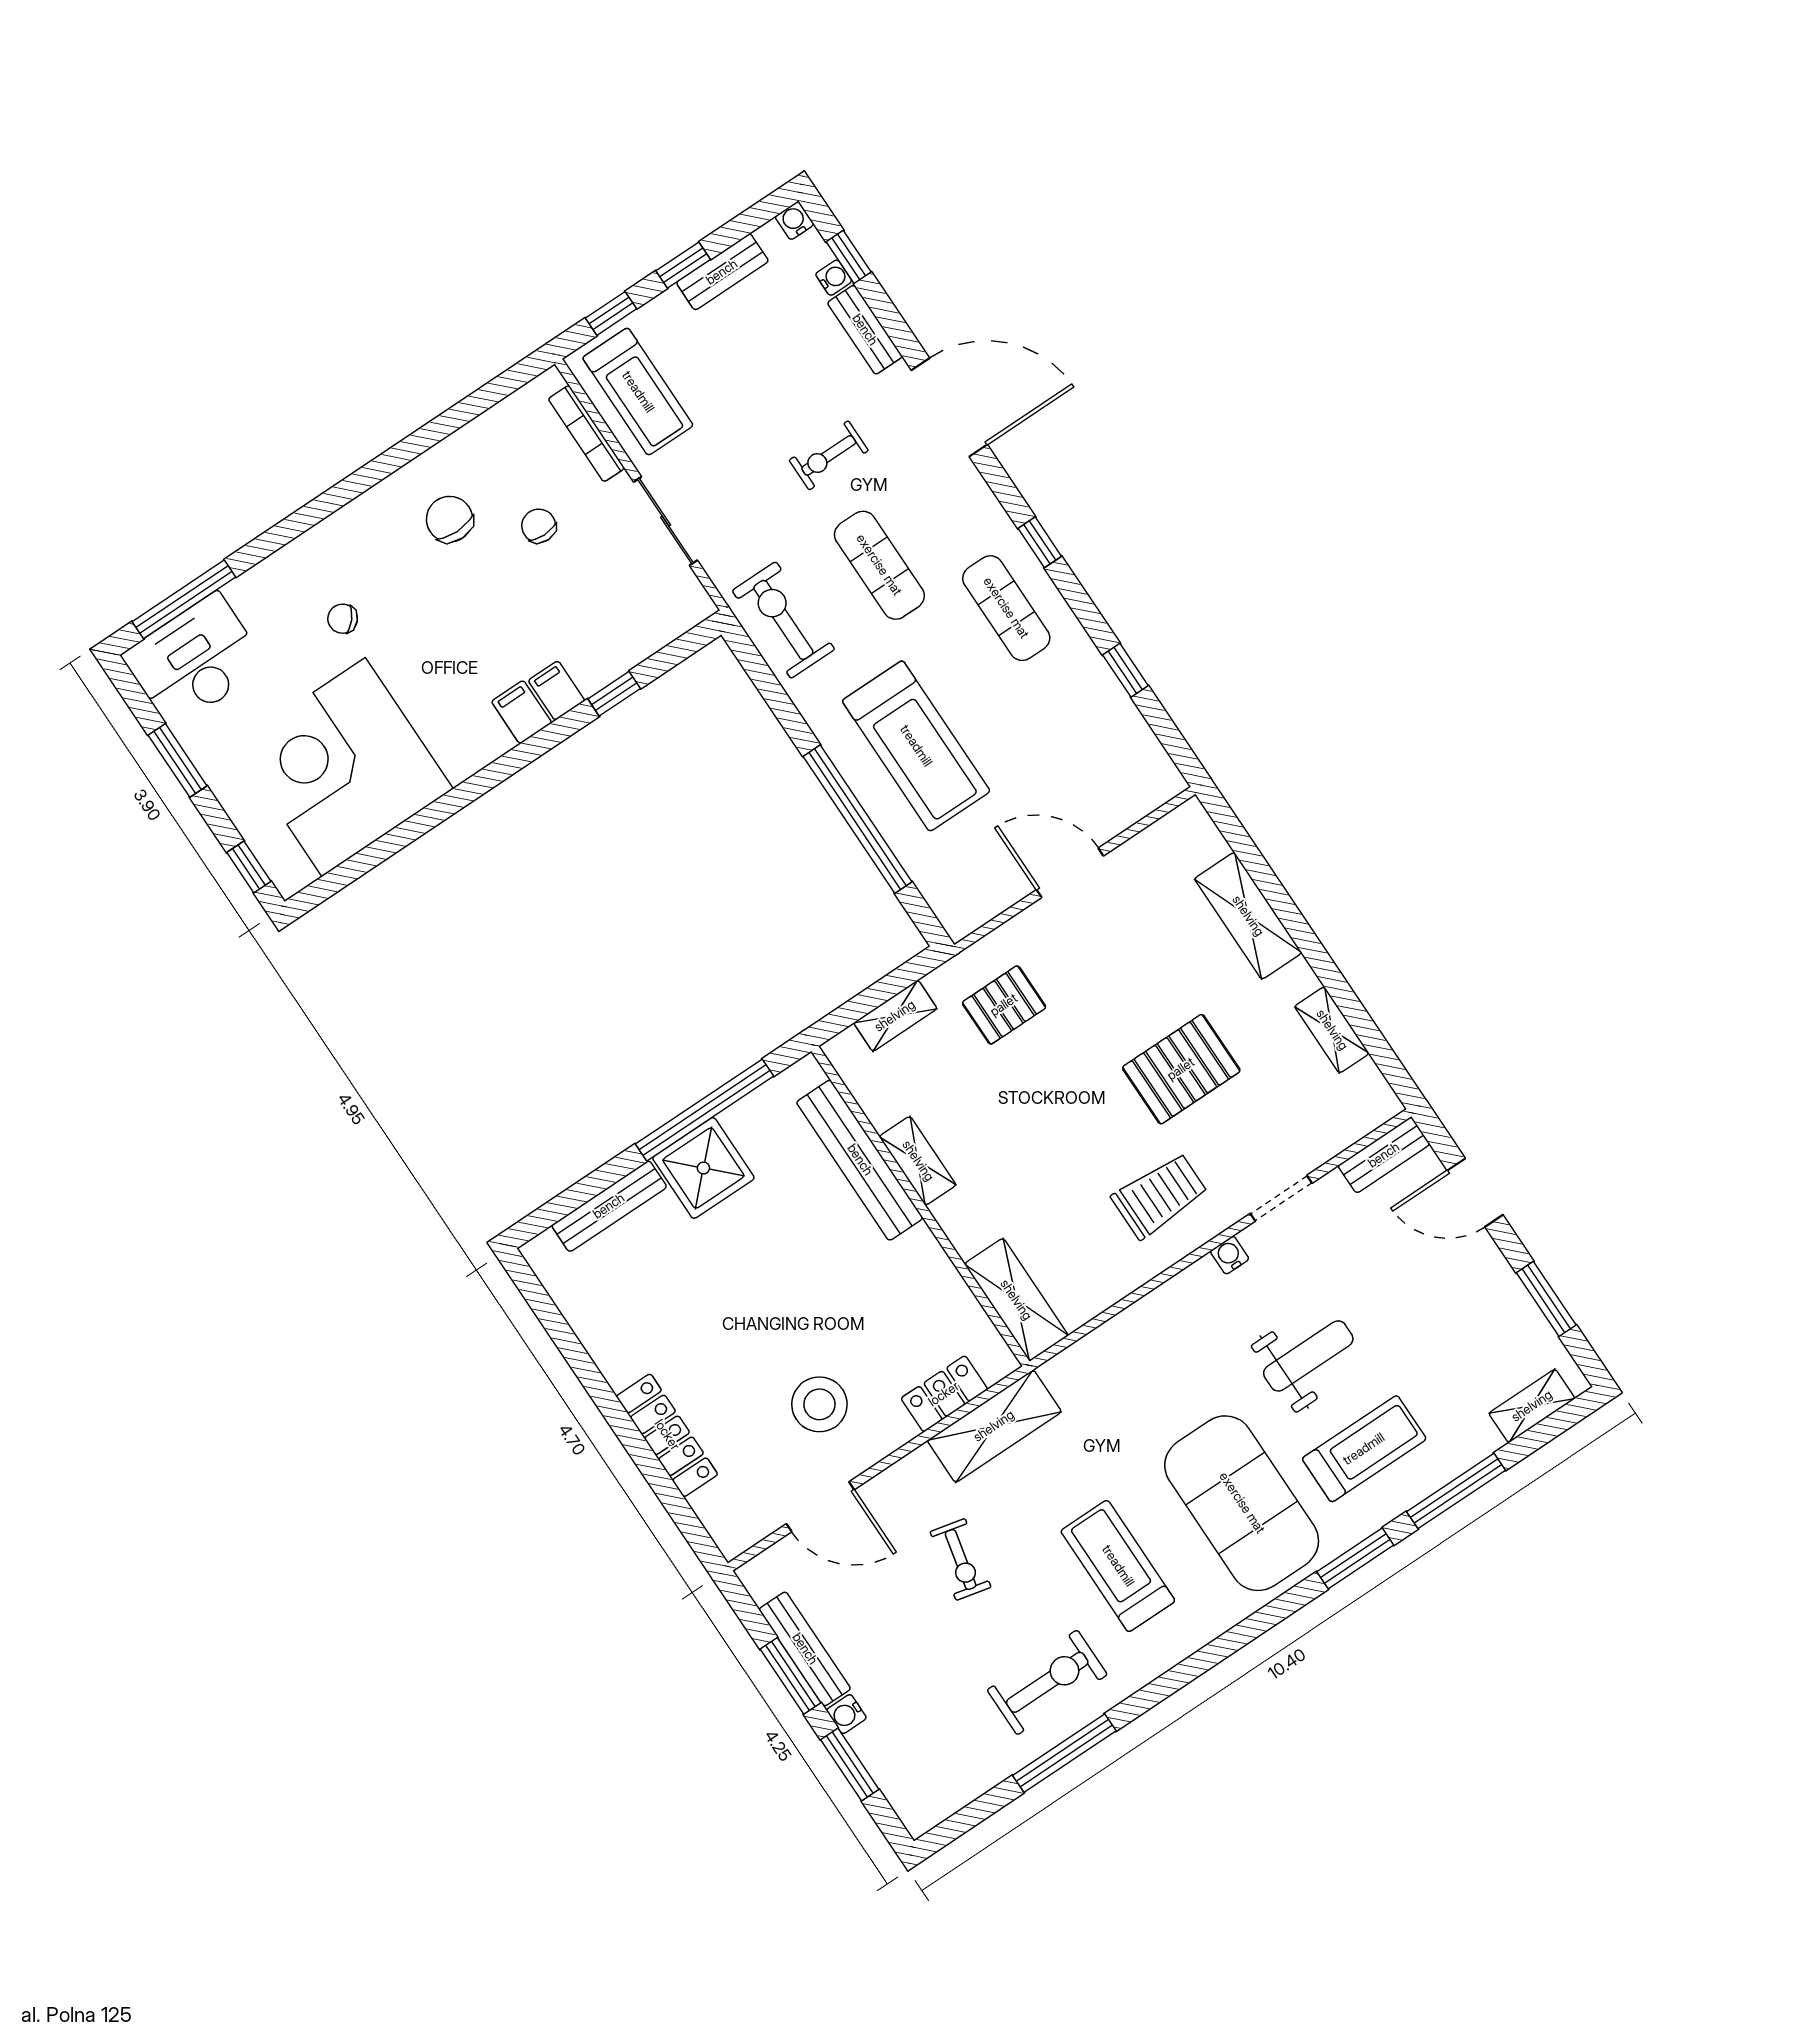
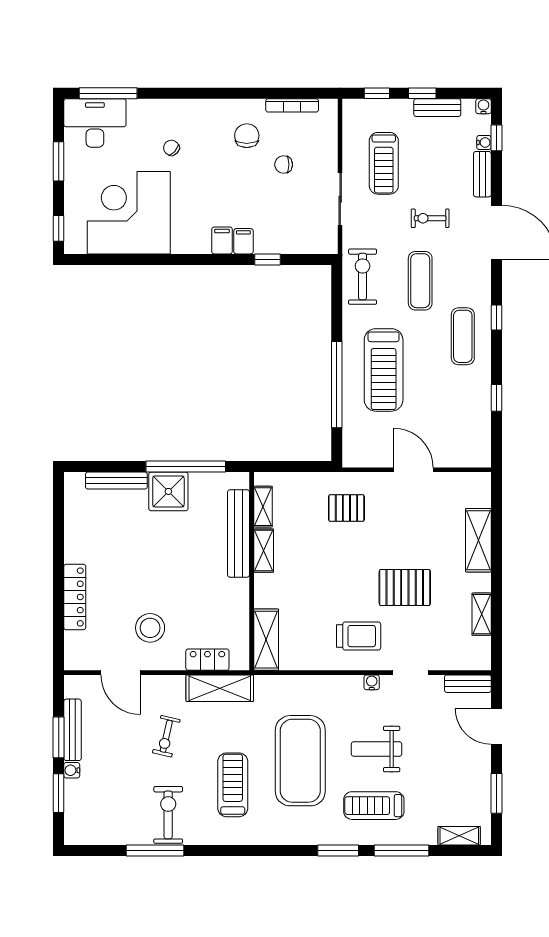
treadmill: (638, 392) -> (384, 163), moved
bookcase: (586, 434) -> (292, 105), moved, turned -90
chair: (539, 526) -> (284, 165), turned -90
shelving: (895, 1016) -> (263, 507), moved, turned 90
weight bench: (1308, 1356) -> (377, 749), turned 180
treadmill: (1364, 1449) -> (374, 806), turned 180
exercise mat: (1242, 1503) -> (300, 761), moved
exercise bike: (1047, 1682) -> (168, 815), turned -90

